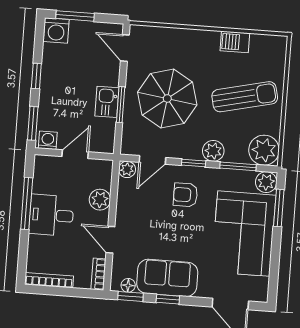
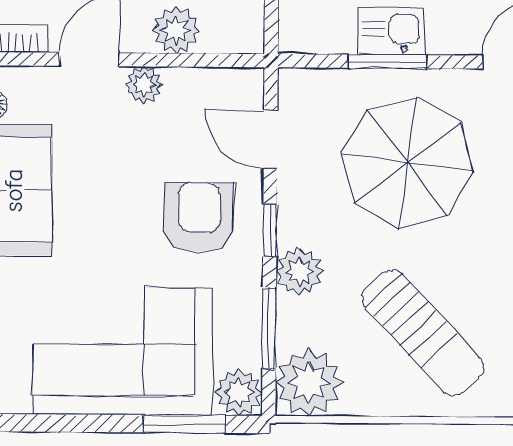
sun lounger: (245, 97) -> (423, 332), turned -30
plant: (127, 169) -> (144, 85), moved
armchair: (185, 195) -> (199, 217), width x1.38, depth x1.38

